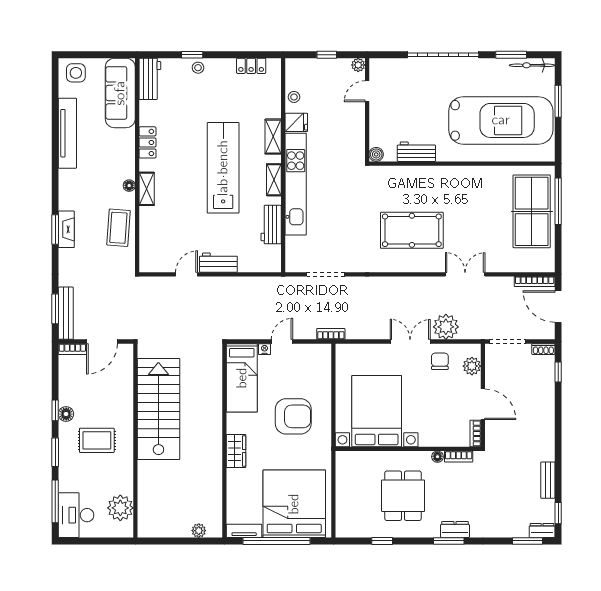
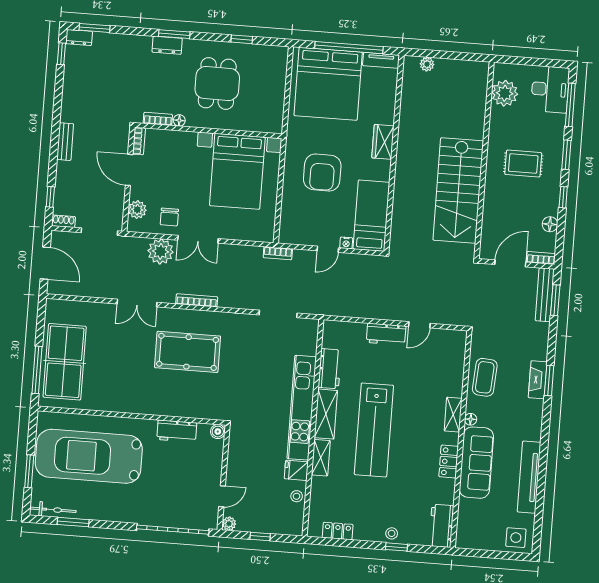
garage door: (443, 55) -> (173, 530), moved
sofa: (120, 93) -> (476, 463), moved
shelving: (274, 180) -> (326, 414), width x1.50, depth x1.33
bookcase: (535, 282) -> (197, 300), moved
floor lamp: (66, 414) -> (550, 224), moved
armchair: (293, 416) -> (322, 172), turned -90
bench: (548, 480) -> (65, 142), moved

